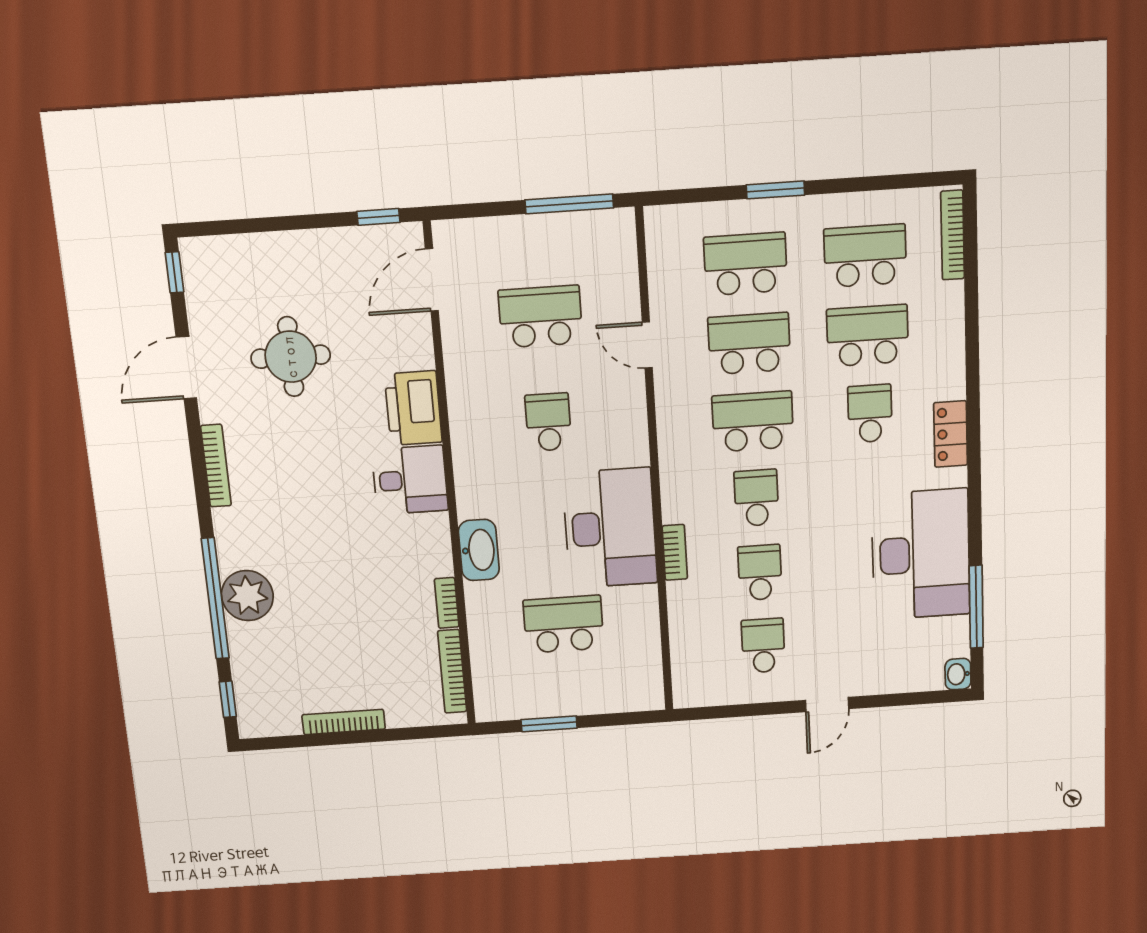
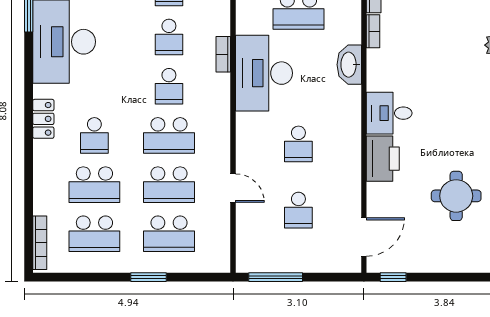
school desk: (540, 317) -> (298, 210), width x0.54

